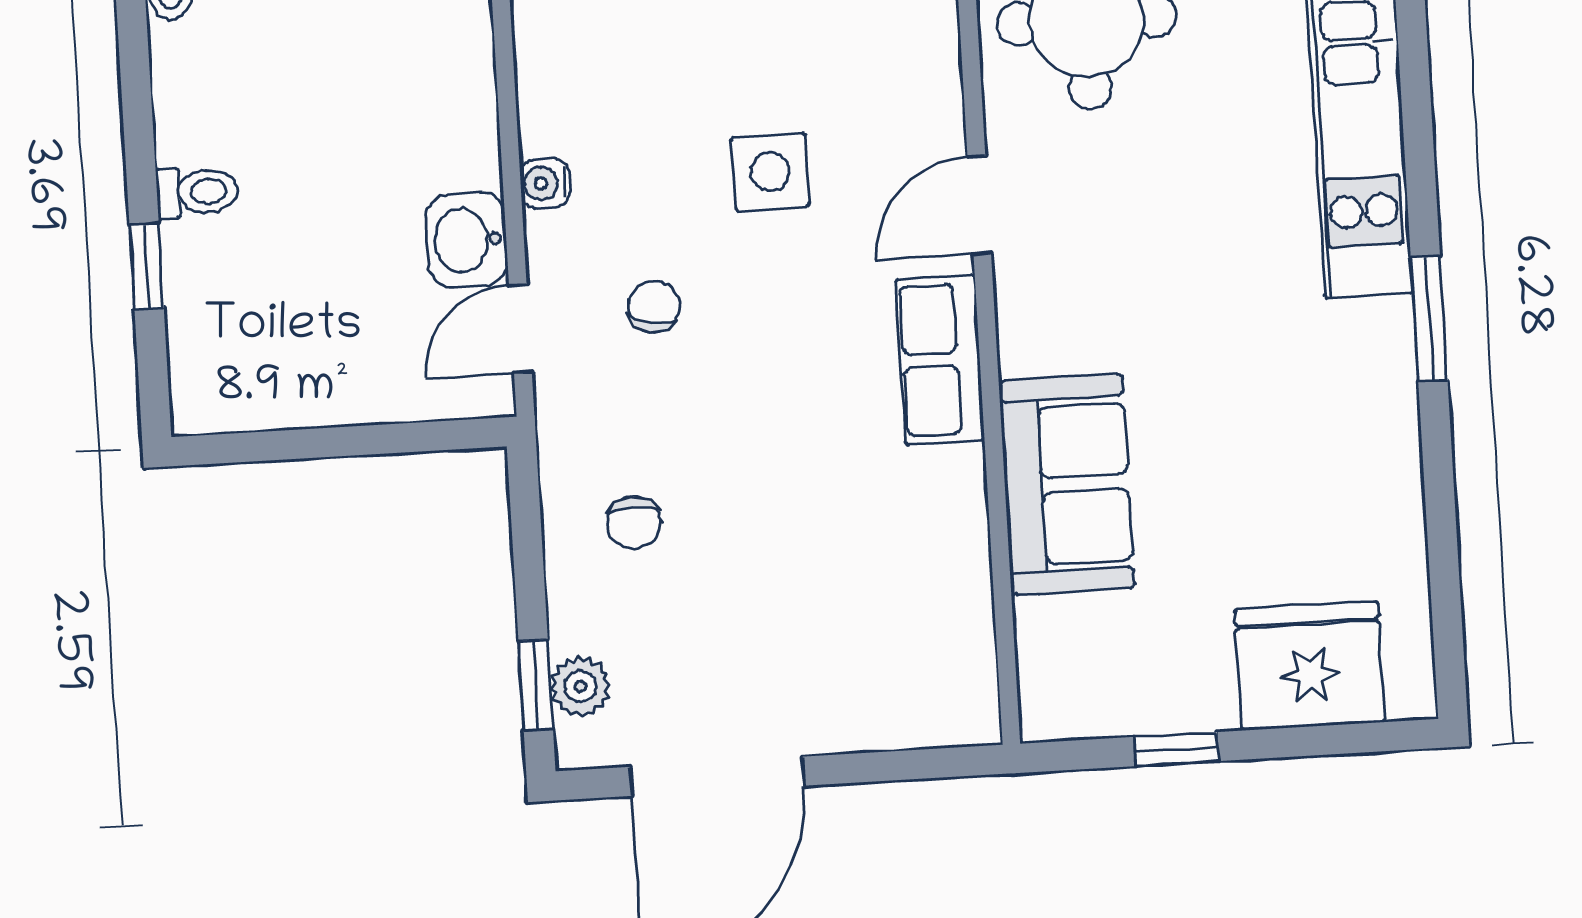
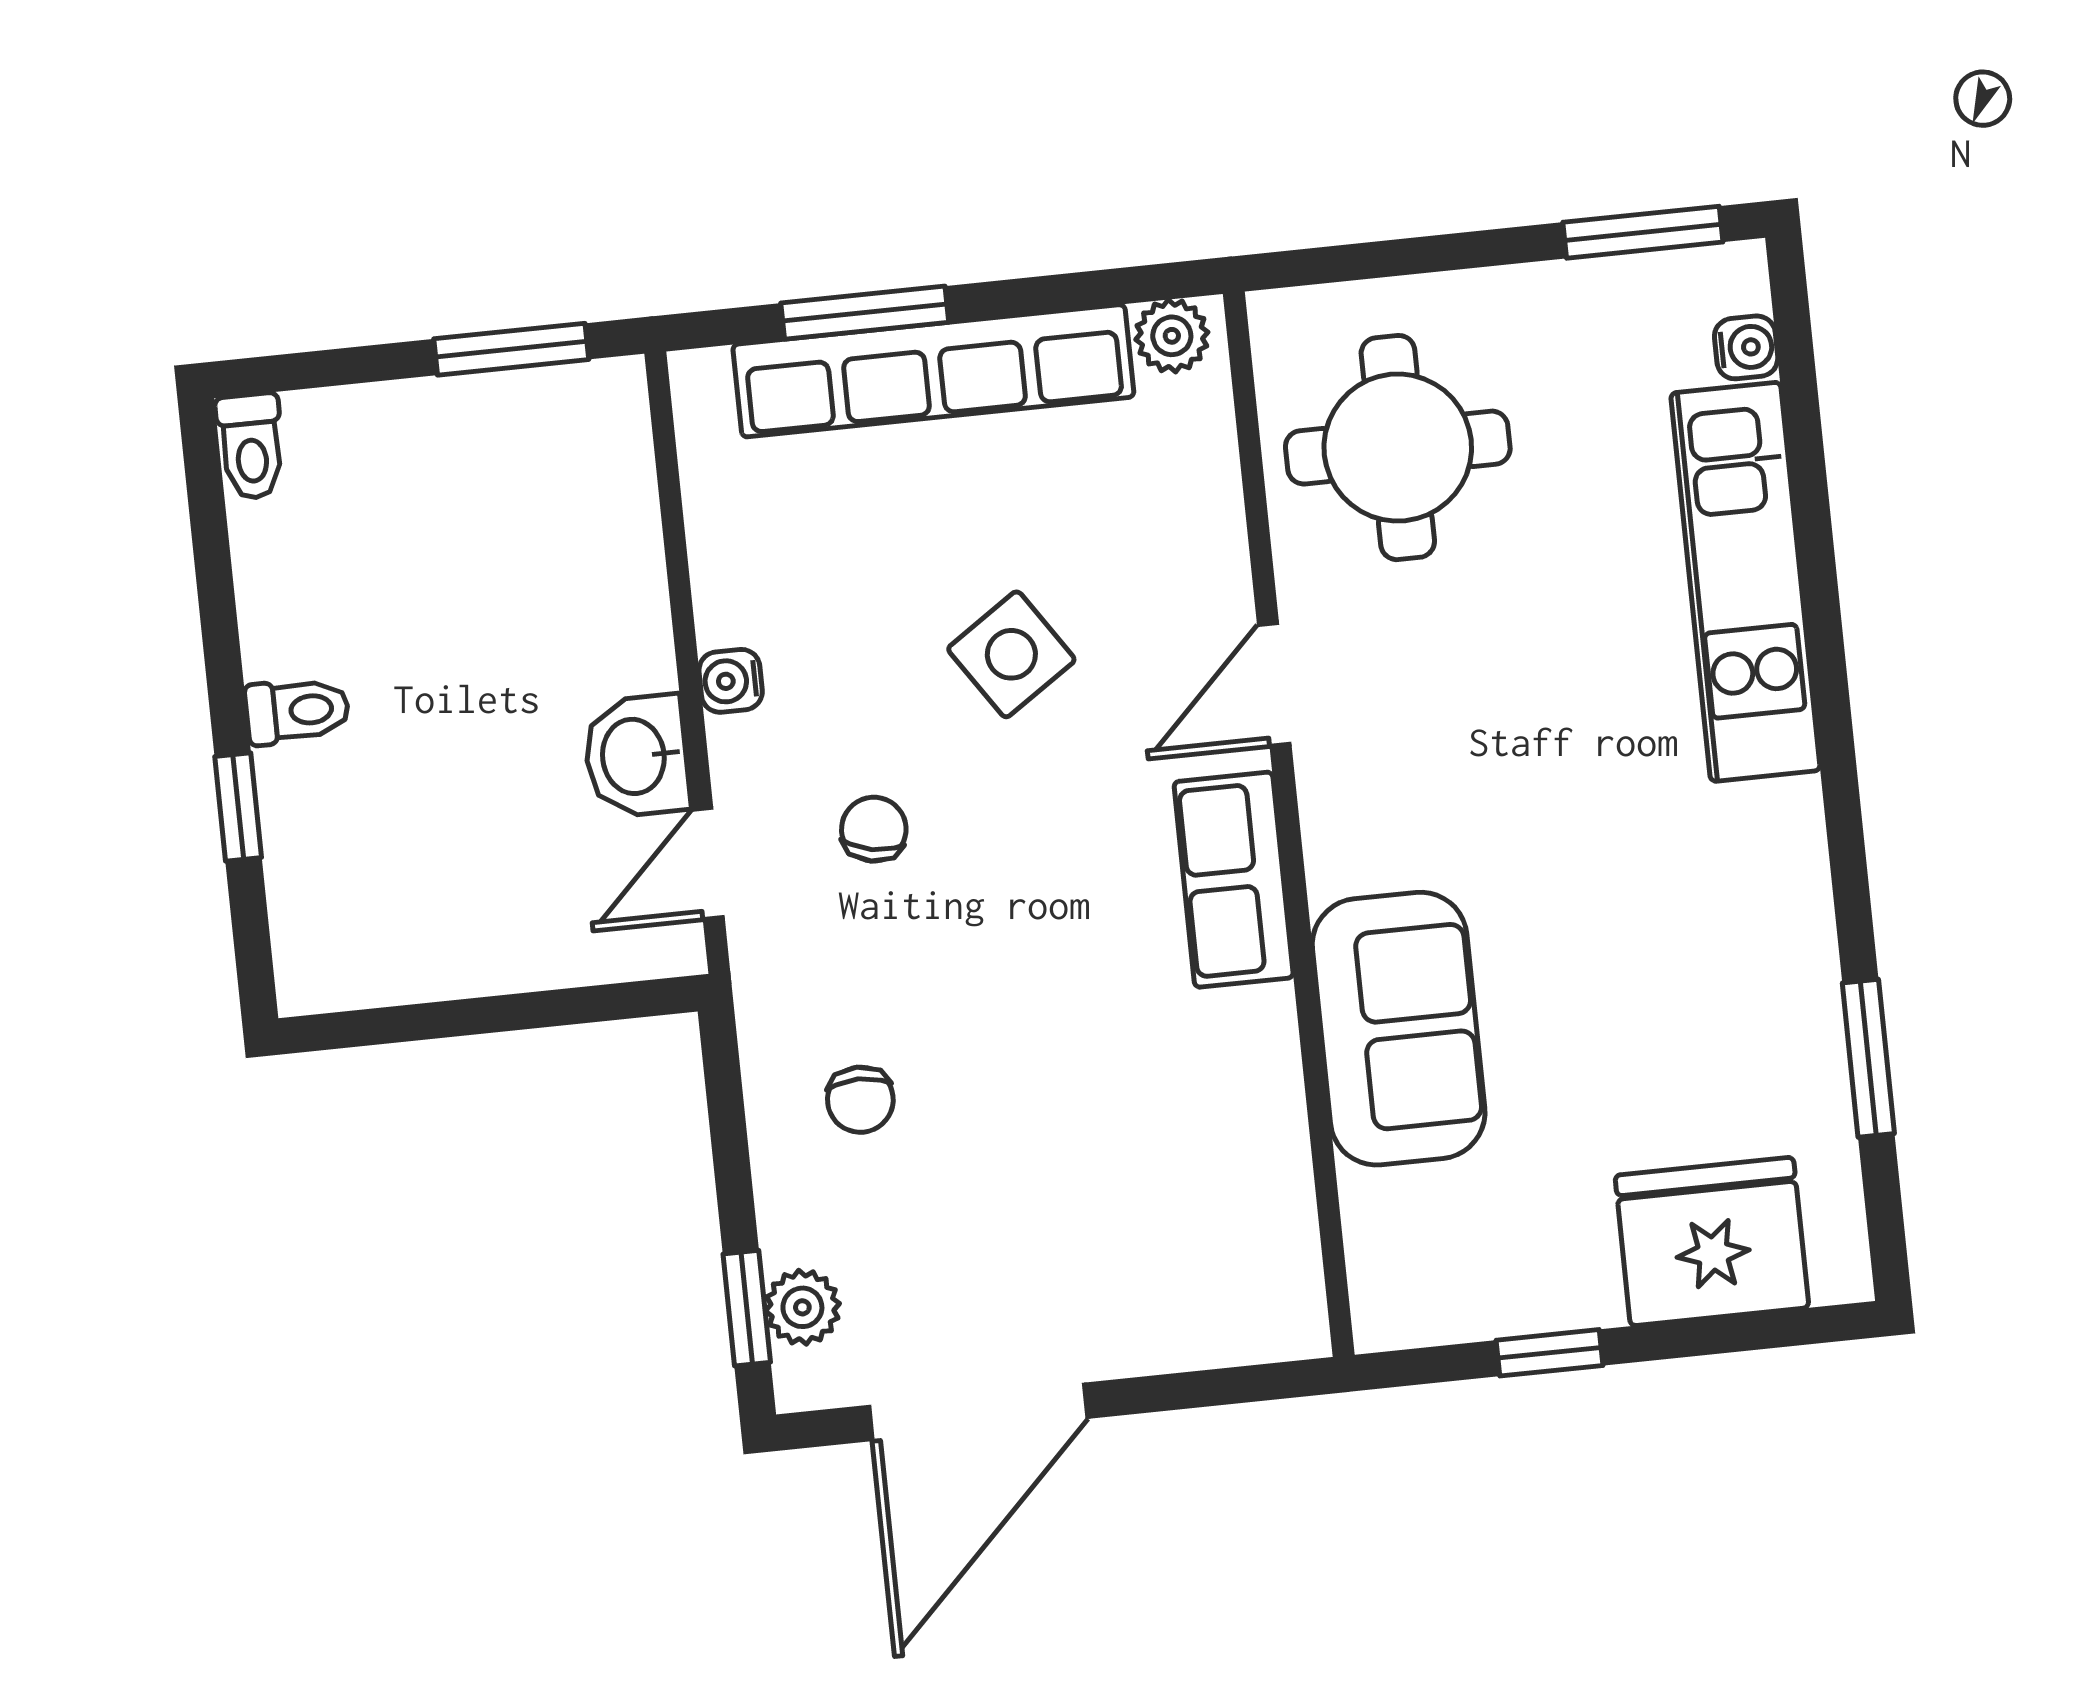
side table: (770, 172) -> (1011, 654), turned -34
window: (1429, 319) -> (1868, 1058), moved

